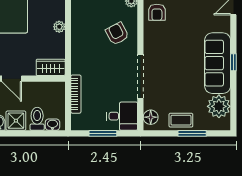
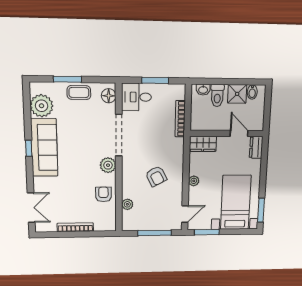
armchair: (117, 34) -> (156, 176), moved
plant: (152, 44) -> (108, 165), added

